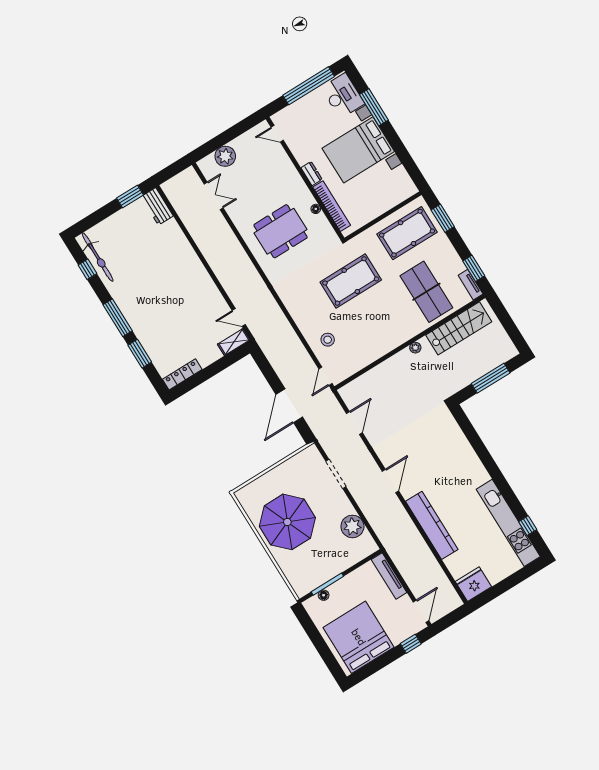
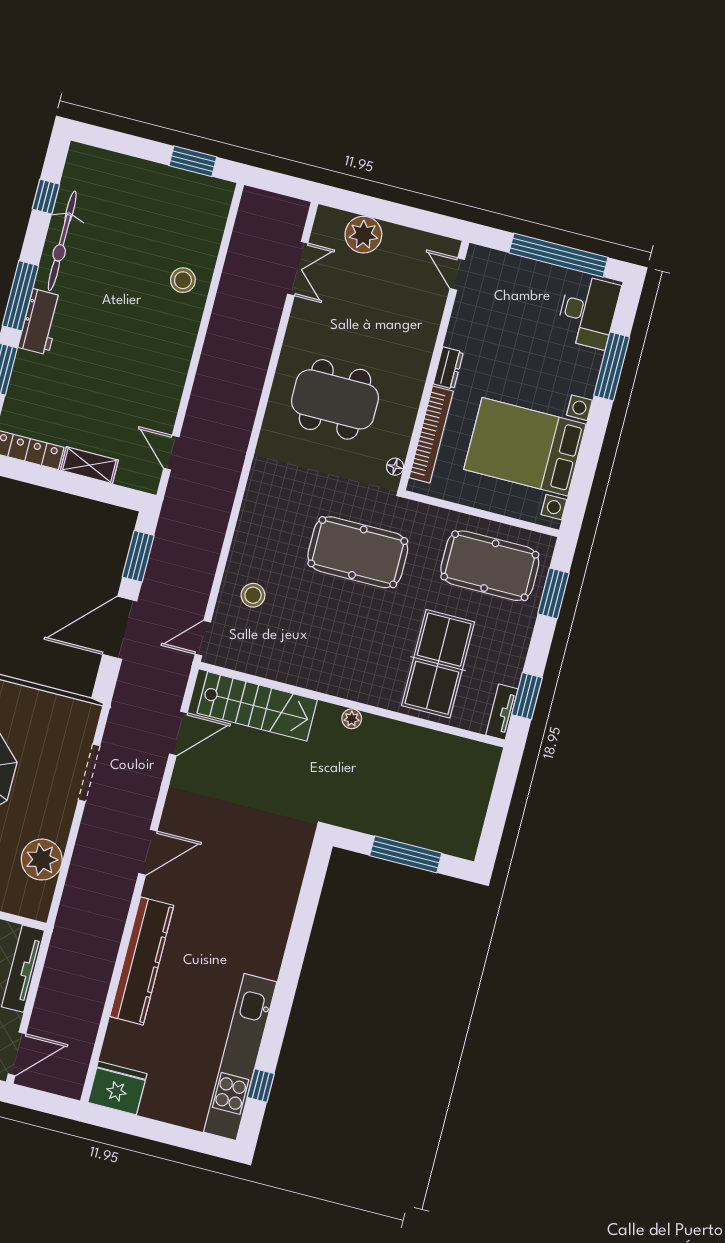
bed with nightstands: (358, 150) -> (525, 447), moved
workbench: (157, 206) -> (40, 322), moved, turned 180
floor lamp: (316, 209) -> (395, 467), moved
stool: (174, 246) -> (183, 280), added
bicycle: (98, 257) -> (62, 241), moved
stairs: (459, 328) -> (257, 706), moved
shelving: (234, 342) -> (89, 465), moved
window: (268, 371) -> (138, 556), added

